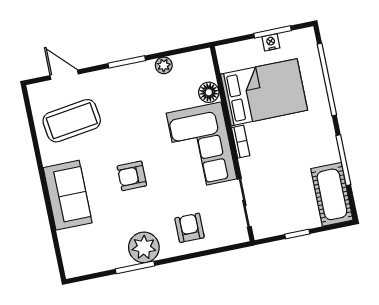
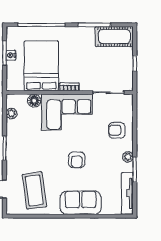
plant: (164, 65) -> (11, 113), moved
plant: (144, 247) -> (128, 157), width x0.53, depth x0.53
tv unit: (96, 264) -> (127, 193), added

